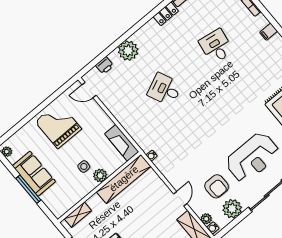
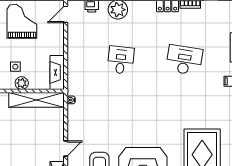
desk: (216, 46) -> (184, 60), width x1.37
desk: (165, 89) -> (121, 60), turned 30
door: (89, 90) -> (66, 14), hinge flipped

